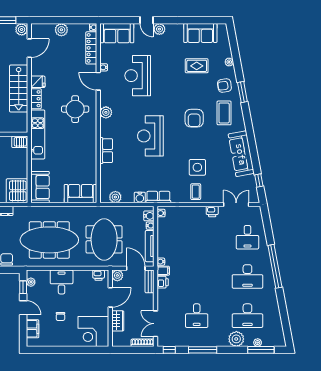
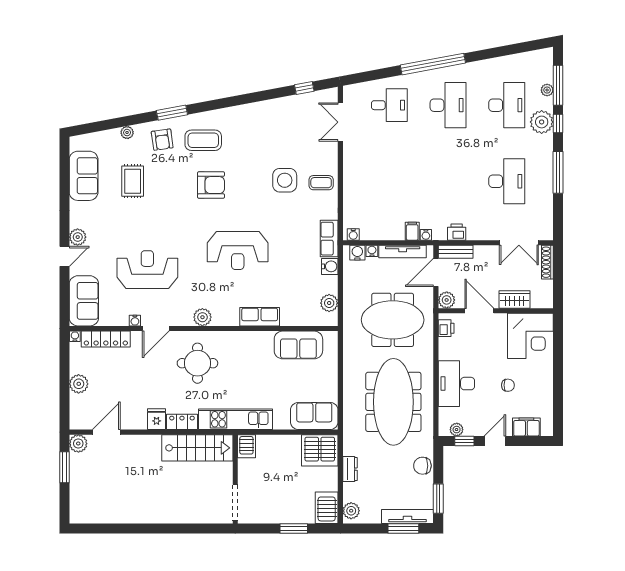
door: (29, 48) -> (106, 432), hinge flipped
reception desk: (138, 76) -> (147, 270), turned 180
stairs: (19, 89) -> (197, 448), moved
sofa: (241, 154) -> (264, 115), removed
sofa: (81, 194) -> (298, 345), moved, turned -90
printer: (212, 211) -> (351, 158), removed
filing cabinet: (163, 271) -> (412, 231), moved
desk: (62, 282) -> (456, 384), width x1.37
desk: (197, 316) -> (507, 181), width x1.37
window: (169, 350) -> (558, 124), moved

